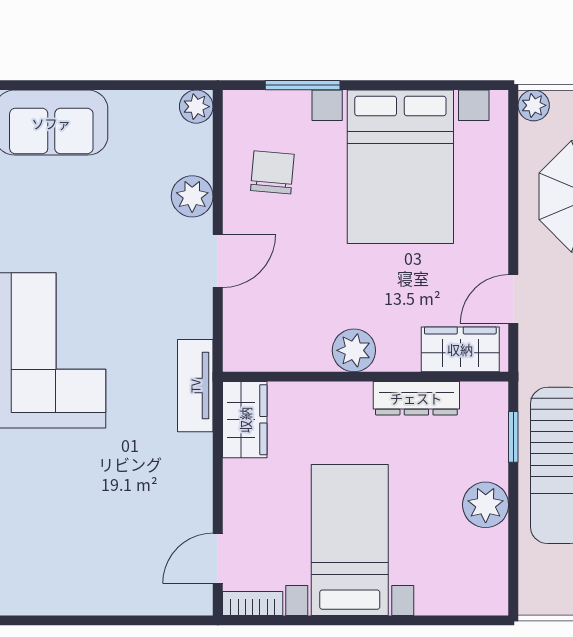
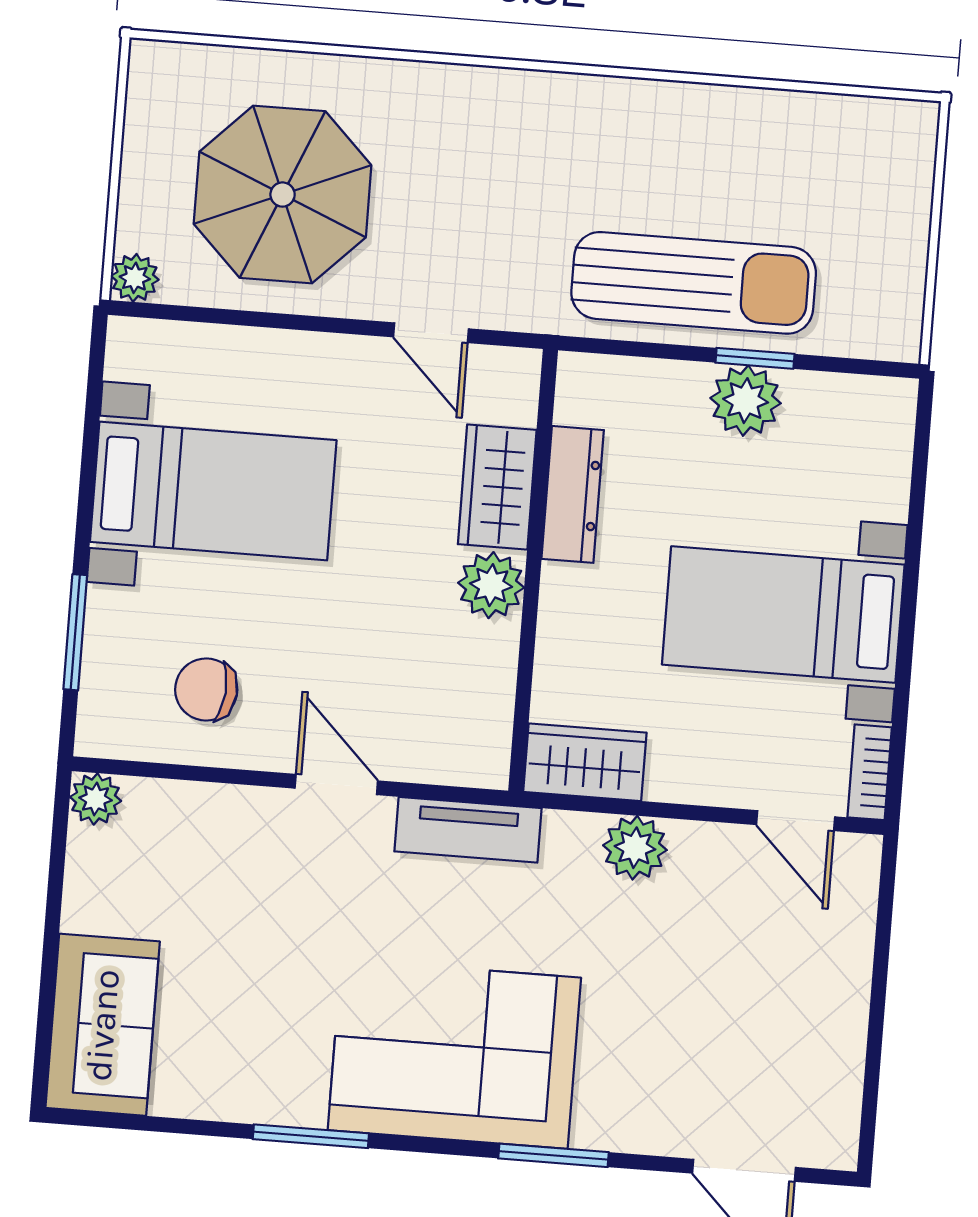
bed with nightstands: (400, 167) -> (213, 491), width x0.73
plant: (192, 196) -> (635, 848), moved
wardrobe: (460, 349) -> (497, 487), moved
tv unit: (195, 386) -> (468, 830), moved
window: (513, 437) -> (755, 358), moved

